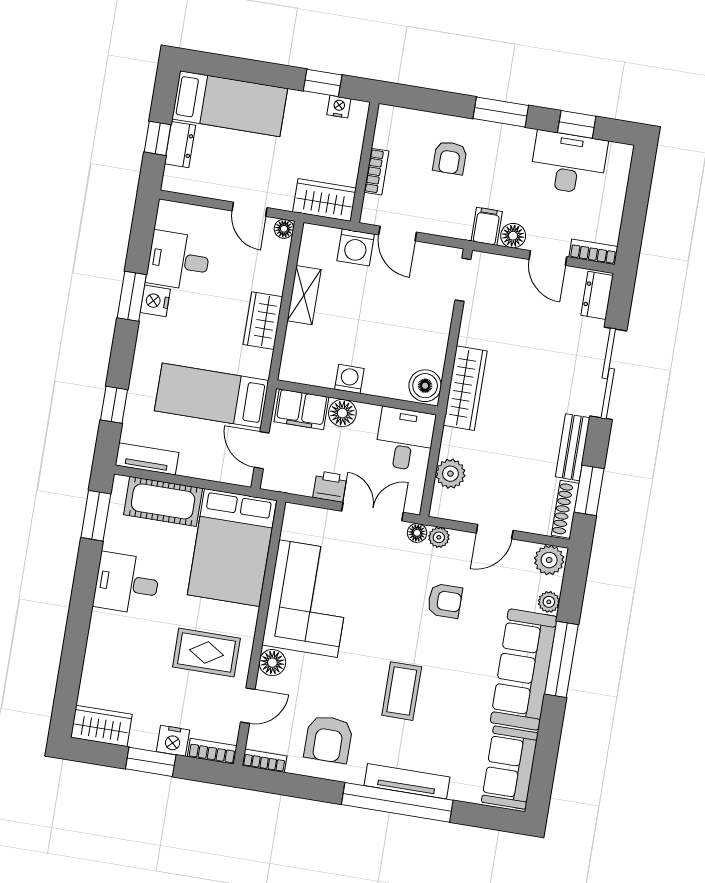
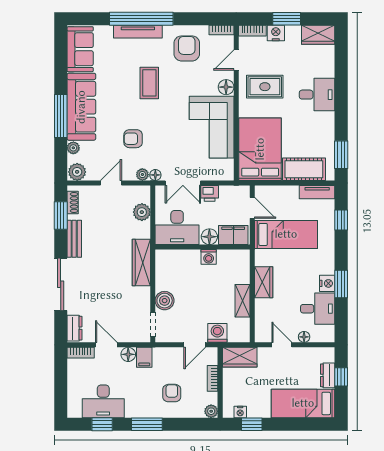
plant: (388, 116) -> (211, 411), added
floor lamp: (284, 229) -> (304, 337), moved
door: (398, 233) -> (195, 345), swing flipped
boiler: (425, 386) -> (165, 301), moved
desk: (405, 439) -> (177, 228), width x1.37
shoe rack: (565, 509) -> (73, 202), width x0.70
desk: (127, 583) -> (317, 95), moved

